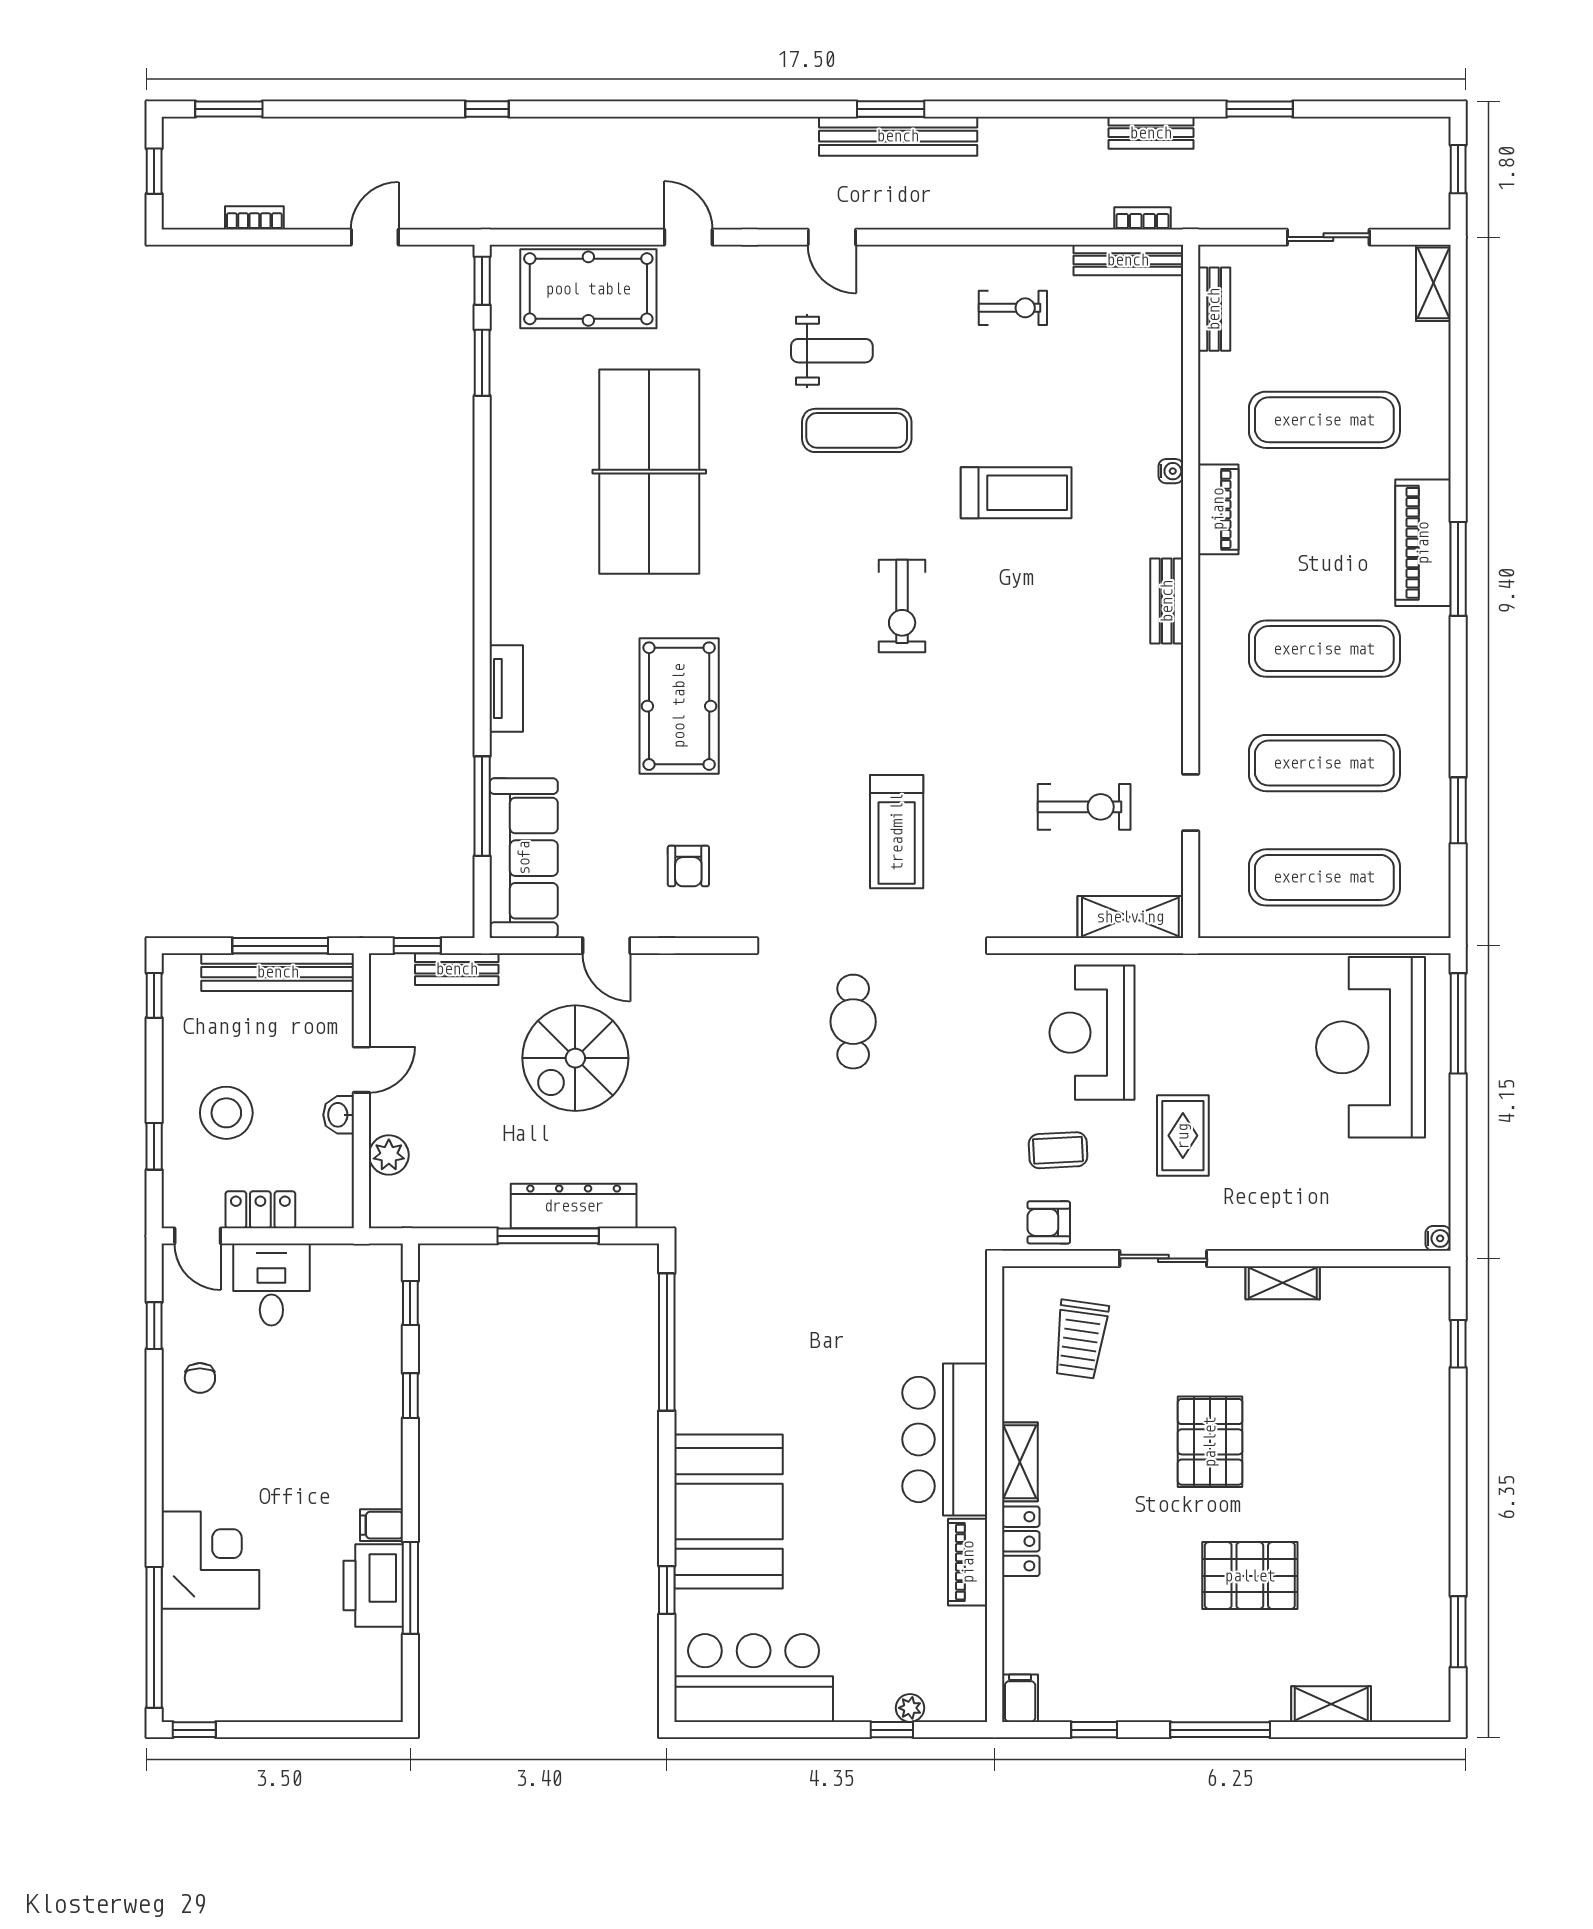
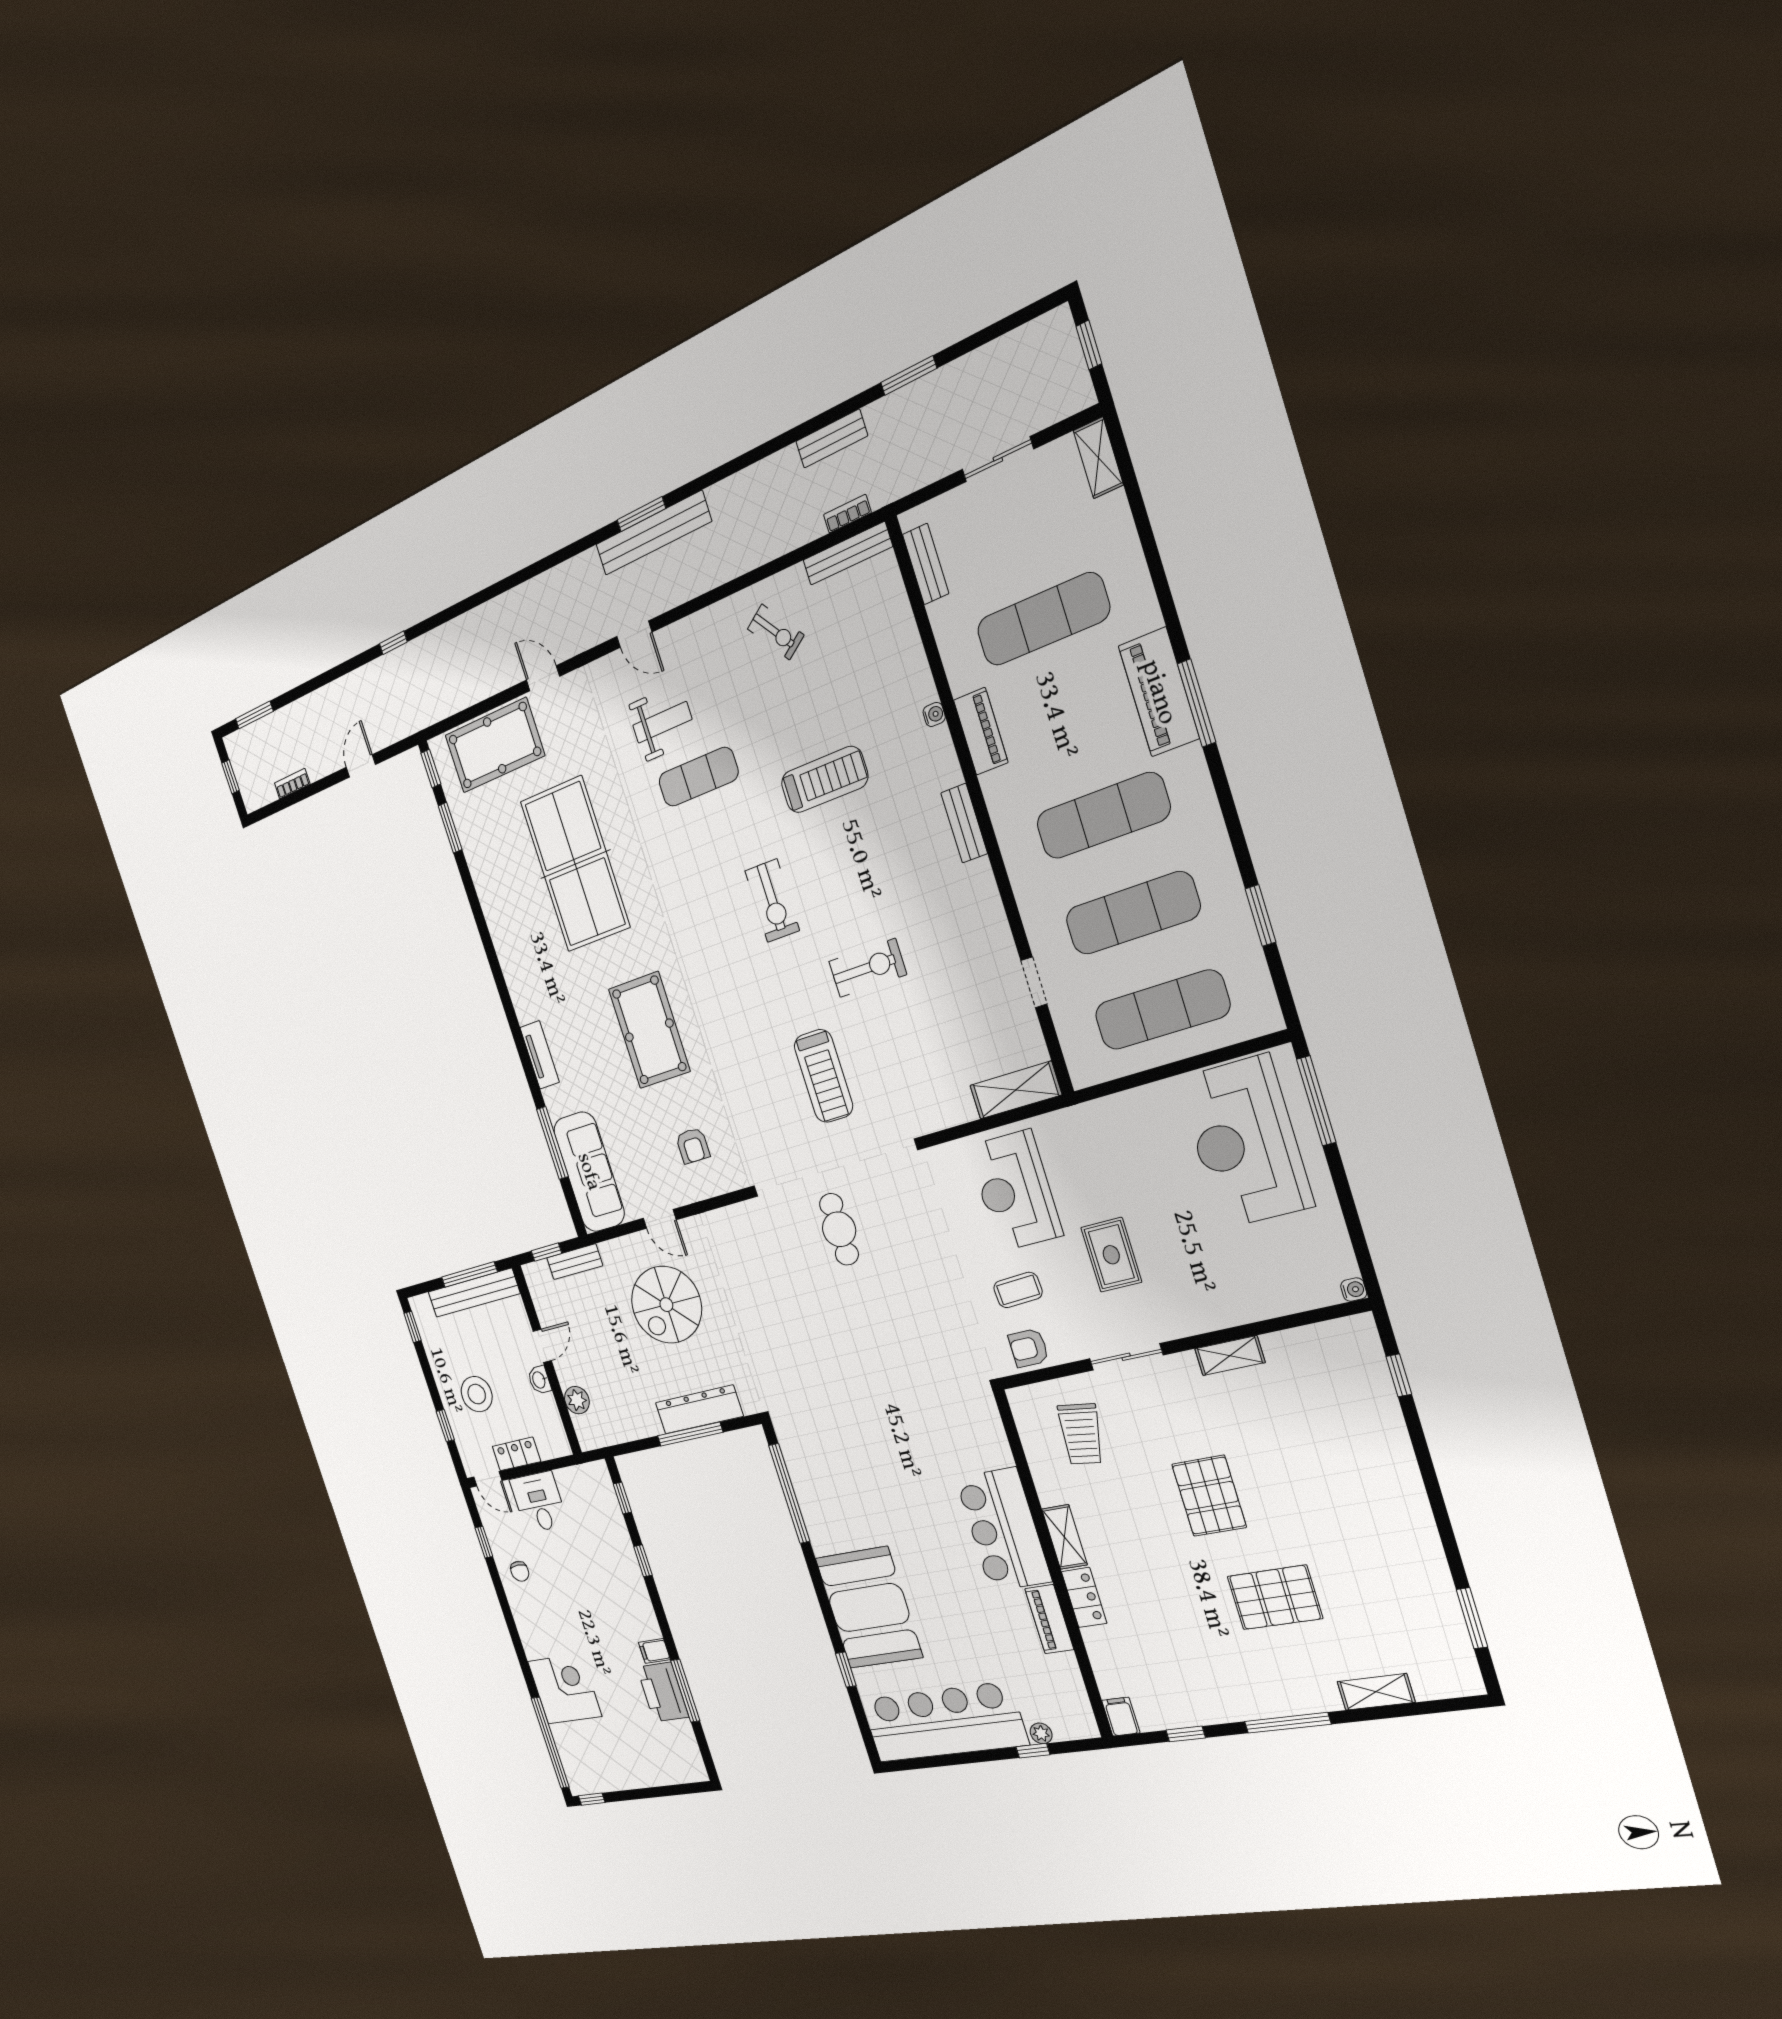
exercise bike: (1013, 308) -> (776, 632), turned 54
exercise bike: (1084, 807) -> (868, 968), moved
bar counter: (754, 1678) -> (944, 1722), width x1.36

